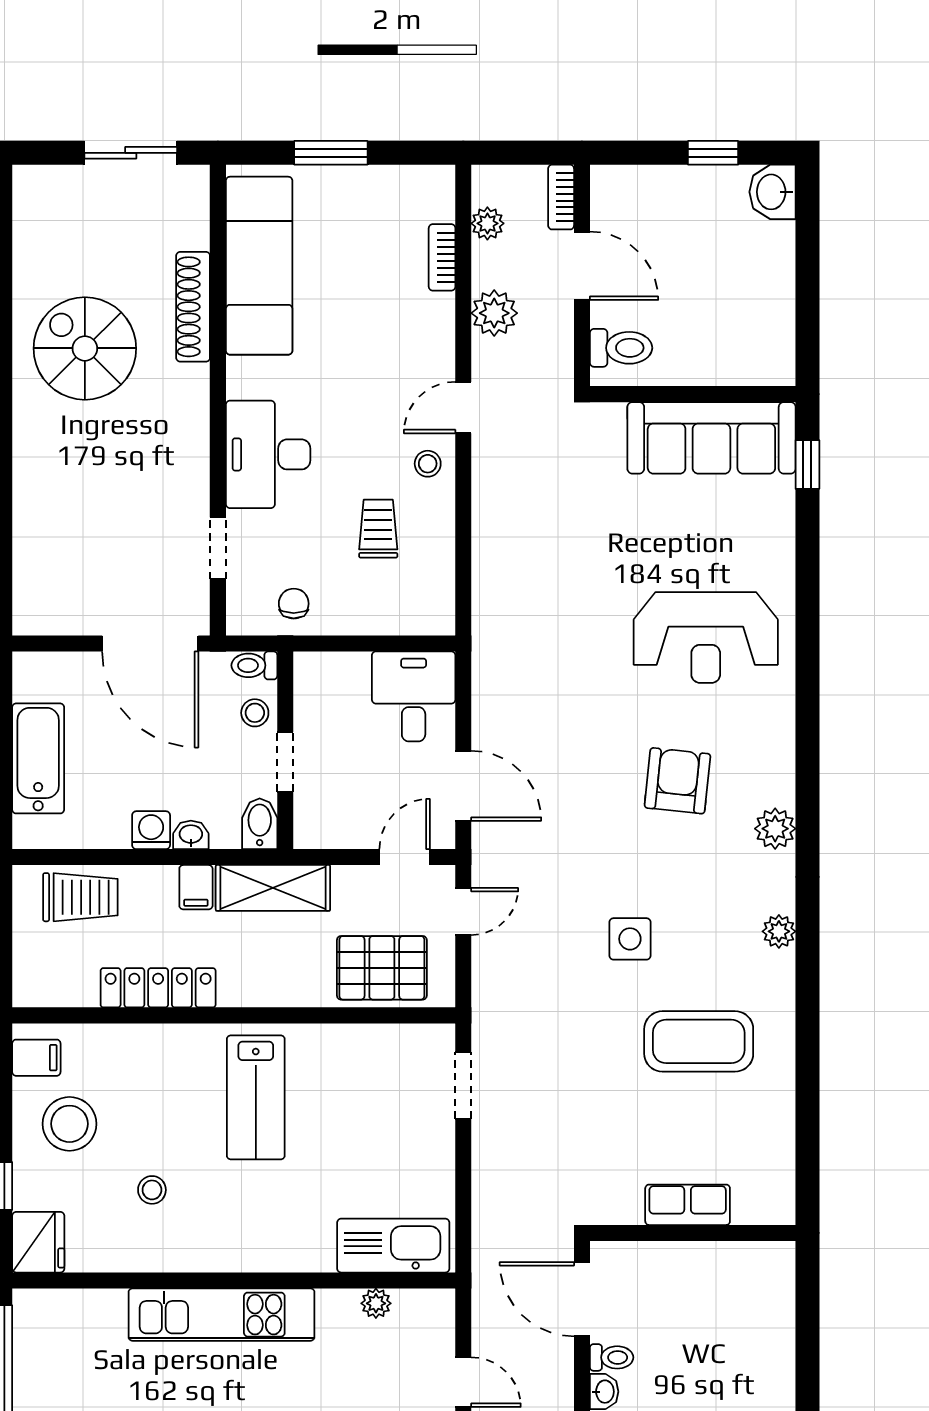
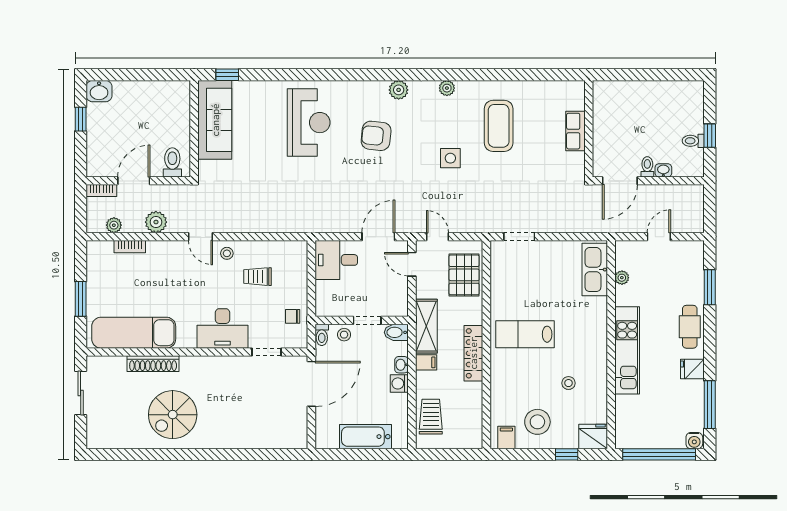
locker: (158, 988) -> (473, 353), moved
lab bench: (256, 1097) -> (525, 334), turned 180

